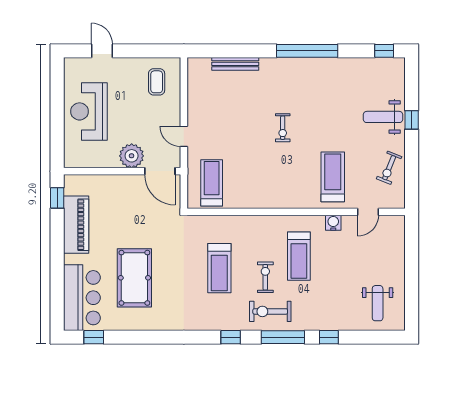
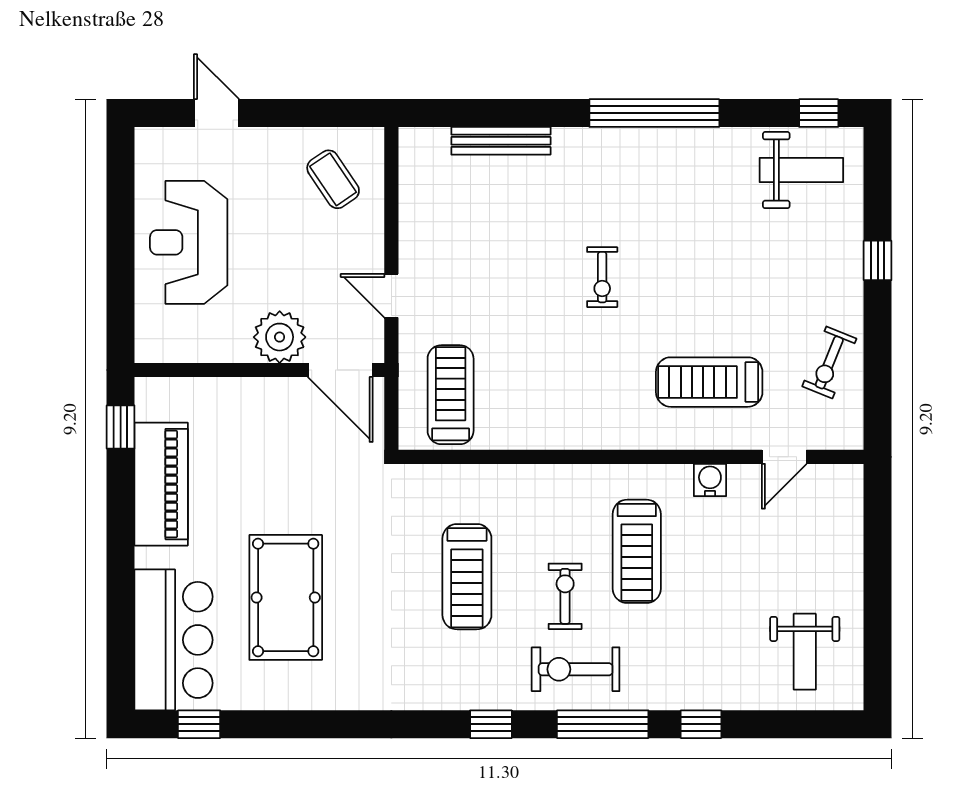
coffee table: (157, 82) -> (333, 179), turned -34
weight bench: (383, 117) -> (801, 170), moved, turned 180
treadmill: (333, 177) -> (709, 382), turned -90

